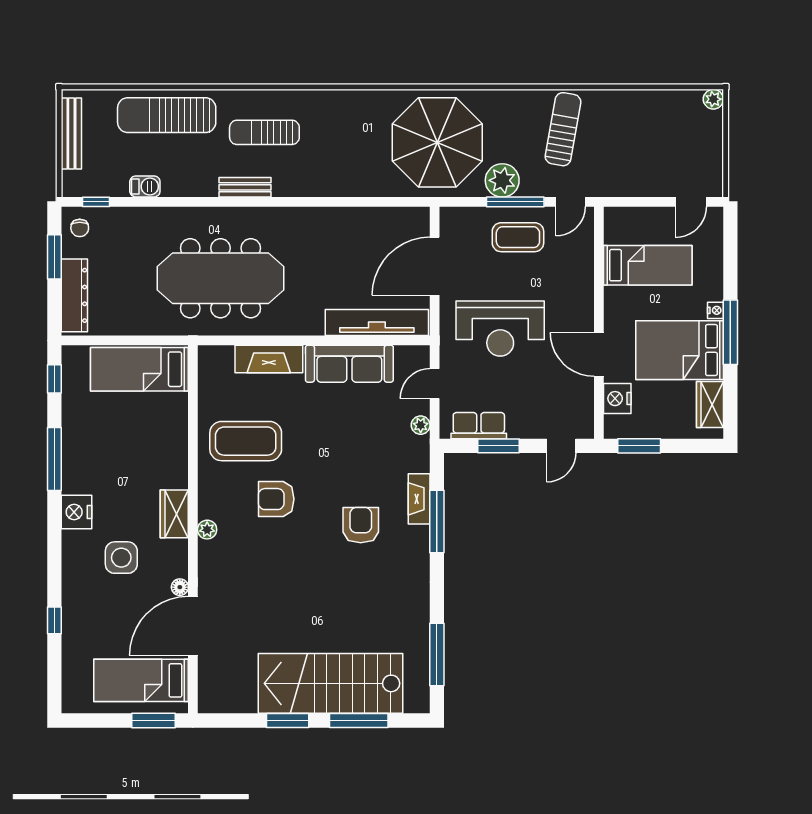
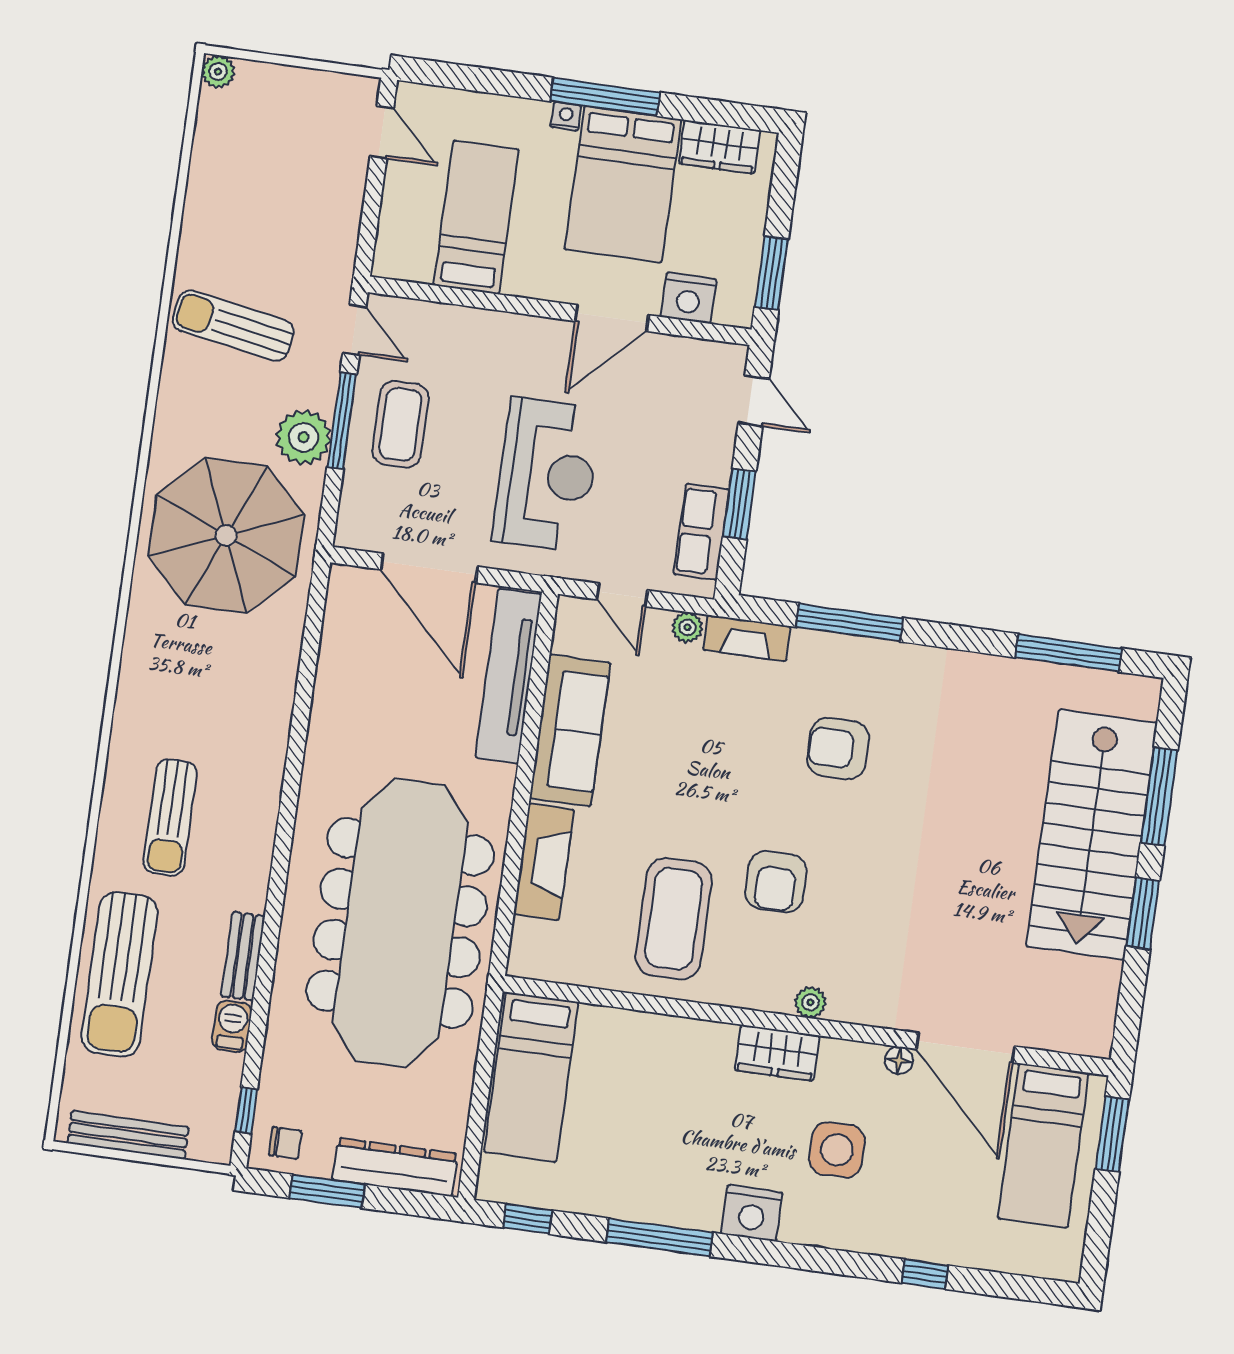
bench: (245, 187) -> (243, 956), moved
meeting table: (221, 278) -> (400, 923), width x1.36, depth x1.27
fireplace: (419, 499) -> (747, 638), moved

